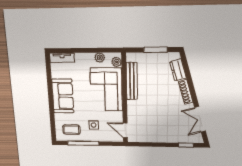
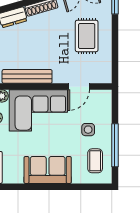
rug: (163, 125) -> (87, 36), added
door: (125, 130) -> (79, 87), moved

